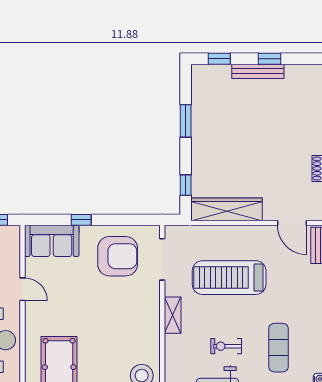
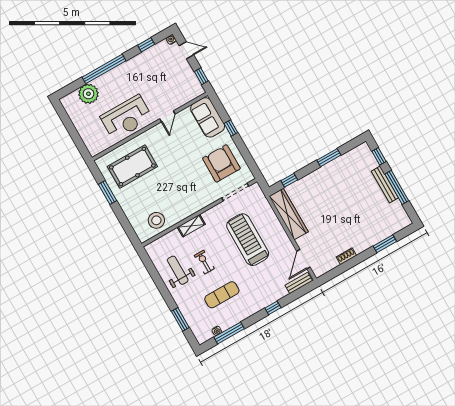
window: (270, 59) -> (397, 187), width x2.17
armchair: (118, 256) -> (221, 163), turned 180
shelving: (173, 315) -> (191, 226), moved

